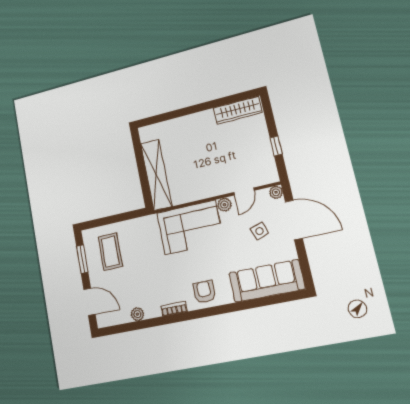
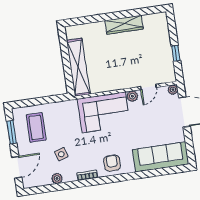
wardrobe: (238, 110) -> (124, 25), moved
side table: (259, 231) -> (61, 154), moved
door: (90, 302) -> (17, 167), hinge flipped

